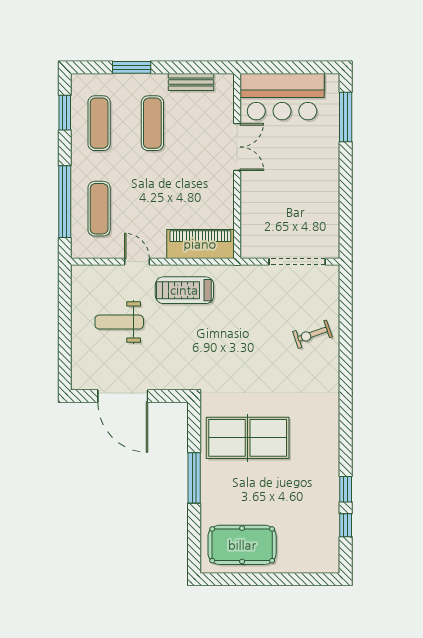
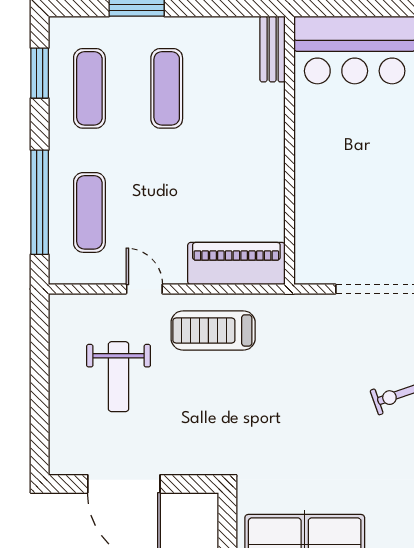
bench: (191, 82) -> (273, 49), moved, turned 90
double door: (237, 147) -> (289, 123), removed
weight bench: (119, 322) -> (119, 377), turned -90

